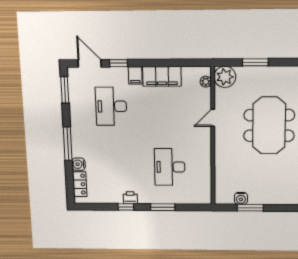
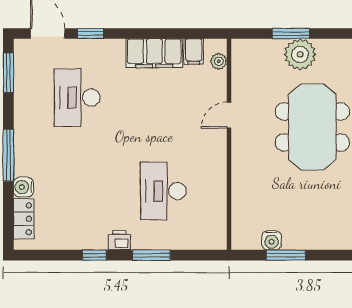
filing cabinet: (135, 75) -> (194, 52), moved
plant: (225, 77) -> (300, 54), moved
printer: (130, 198) -> (119, 240), moved

